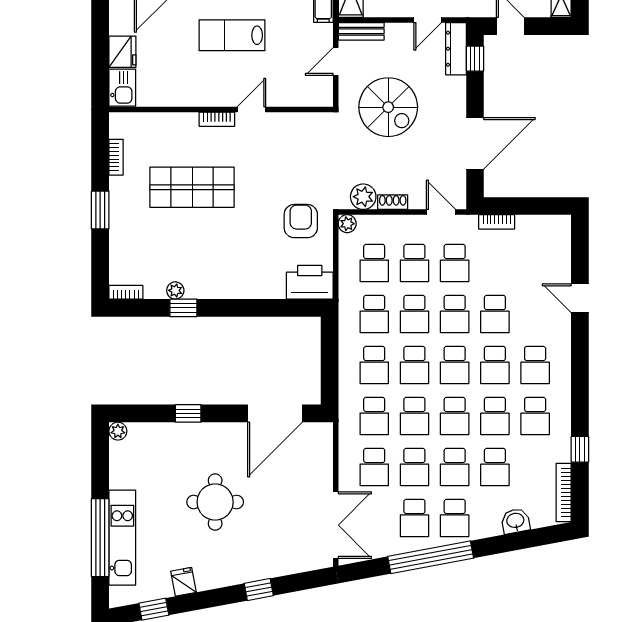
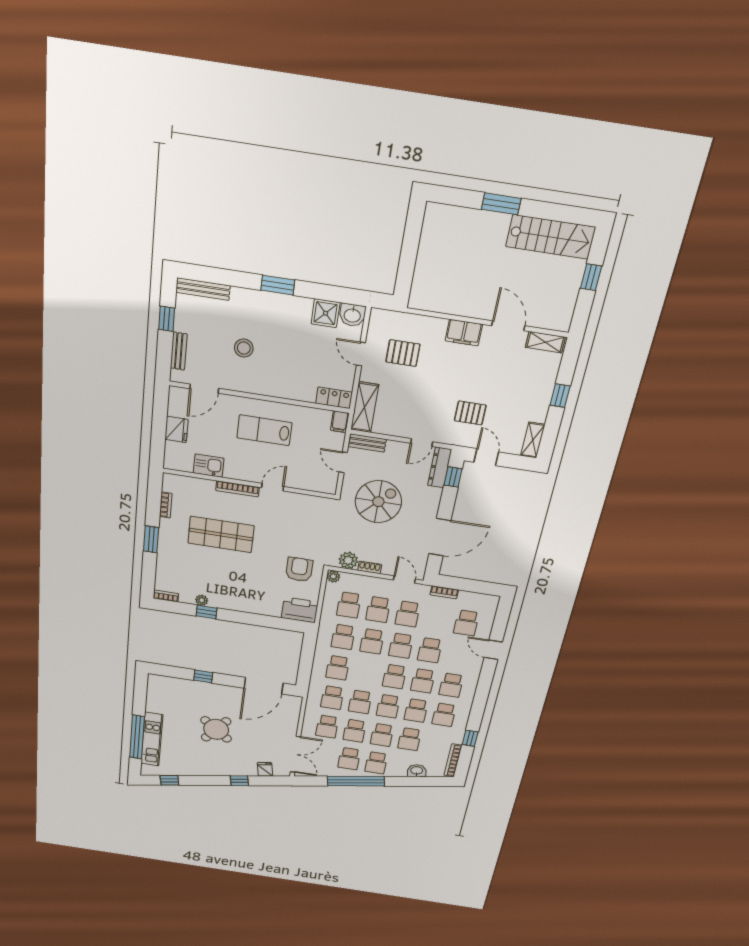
door: (336, 61) -> (343, 462), hinge flipped
kitchen sink: (122, 88) -> (209, 466), moved, turned -90
spiral stairs: (388, 107) -> (378, 502), turned -90
bookcase: (217, 119) -> (237, 489), width x1.56
school desk: (414, 365) -> (466, 623), moved
plant: (118, 431) -> (154, 679), removed
round table: (215, 502) -> (216, 729), turned 38
fridge: (184, 582) -> (265, 769), moved

